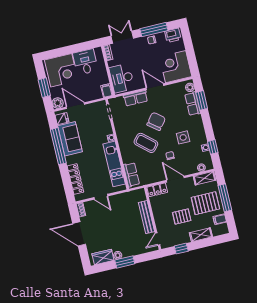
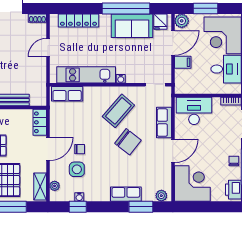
filing cabinet: (107, 91) -> (183, 62), moved
row of seats: (193, 104) -> (126, 194), moved
side table: (183, 137) -> (77, 169), moved
coffee table: (146, 143) -> (118, 111), moved

